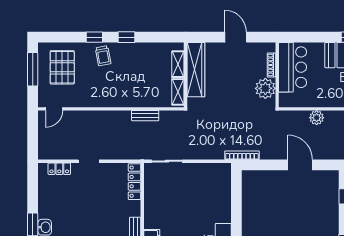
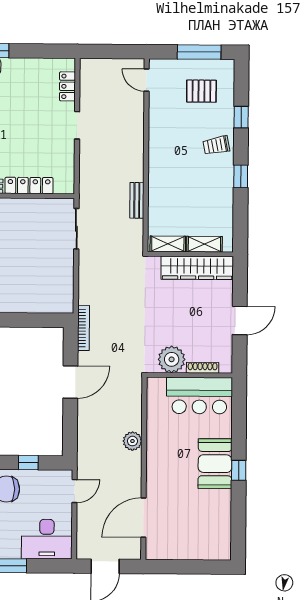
window: (94, 37) -> (241, 117), moved
pallet: (62, 67) -> (201, 91), width x0.67, depth x0.71
plant: (317, 118) -> (132, 441), moved
door: (300, 165) -> (70, 382), moved
locker: (135, 182) -> (29, 186), moved

